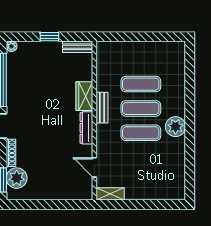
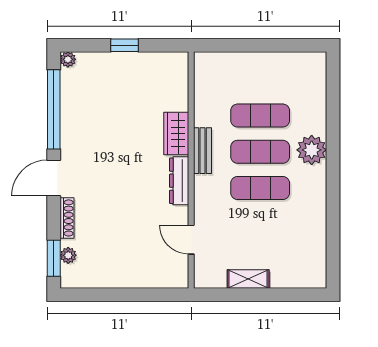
bench: (78, 47) -> (166, 60), removed
plant: (175, 127) -> (312, 150), moved
plant: (17, 178) -> (68, 255), width x0.53, depth x0.53
shelving: (110, 194) -> (248, 279), moved

